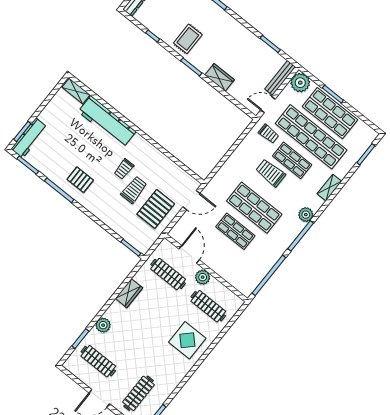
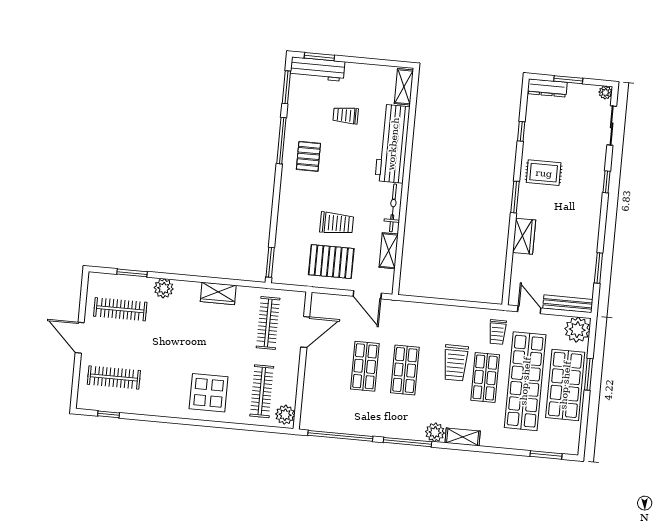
bicycle: (148, 148) -> (393, 208), added
shelving: (173, 168) -> (389, 251), added
trolley: (124, 169) -> (346, 115), moved
trolley: (271, 173) -> (455, 363), turned 180
shelving: (329, 188) -> (463, 437), moved
shop shelf: (254, 208) -> (405, 370), width x0.70, depth x0.74
plant: (203, 277) -> (285, 415), moved
clothes rail: (98, 361) -> (120, 309), turned 90

